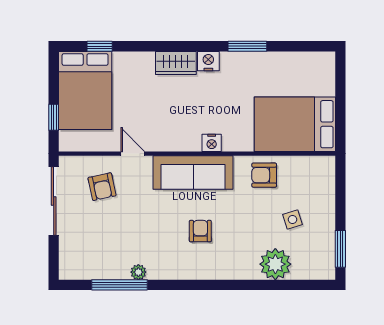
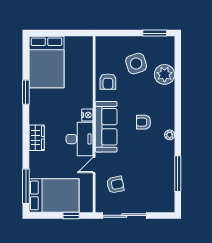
window: (100, 46) -> (26, 186), width x2.17
nightstand: (208, 61) -> (35, 117), removed
bed: (295, 124) -> (47, 62), moved
desk: (174, 131) -> (80, 139), added
side table: (292, 219) -> (136, 64), width x1.87, depth x1.87
plant: (138, 272) -> (170, 135), moved

